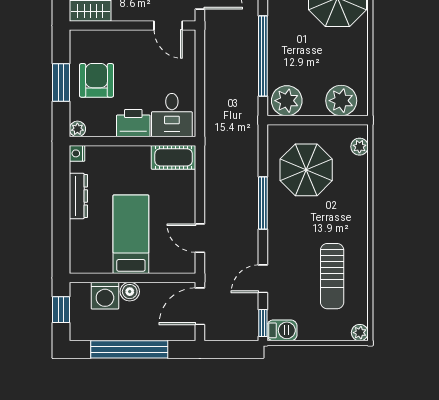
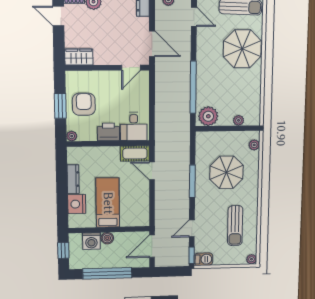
door: (168, 26) -> (131, 68), hinge flipped
plant: (341, 101) -> (239, 120), width x0.53, depth x0.53
nightstand: (77, 153) -> (77, 204), moved, width x1.89, depth x1.79
parasol: (306, 170) -> (226, 172), moved
door: (200, 238) -> (152, 171), moved

